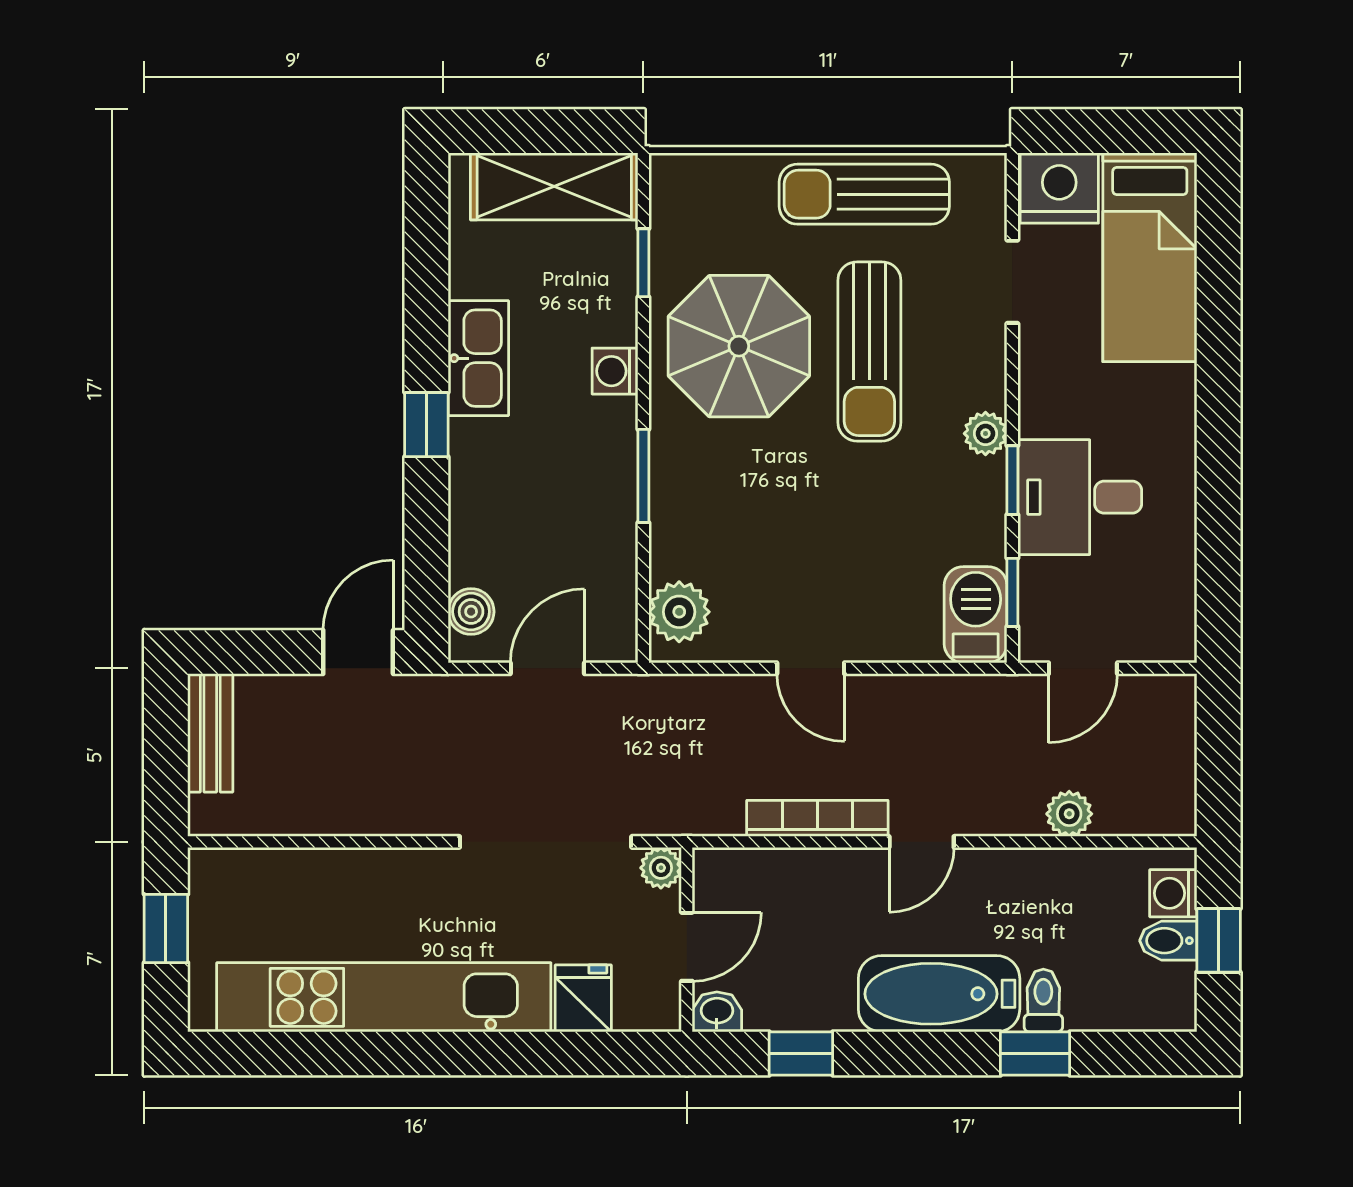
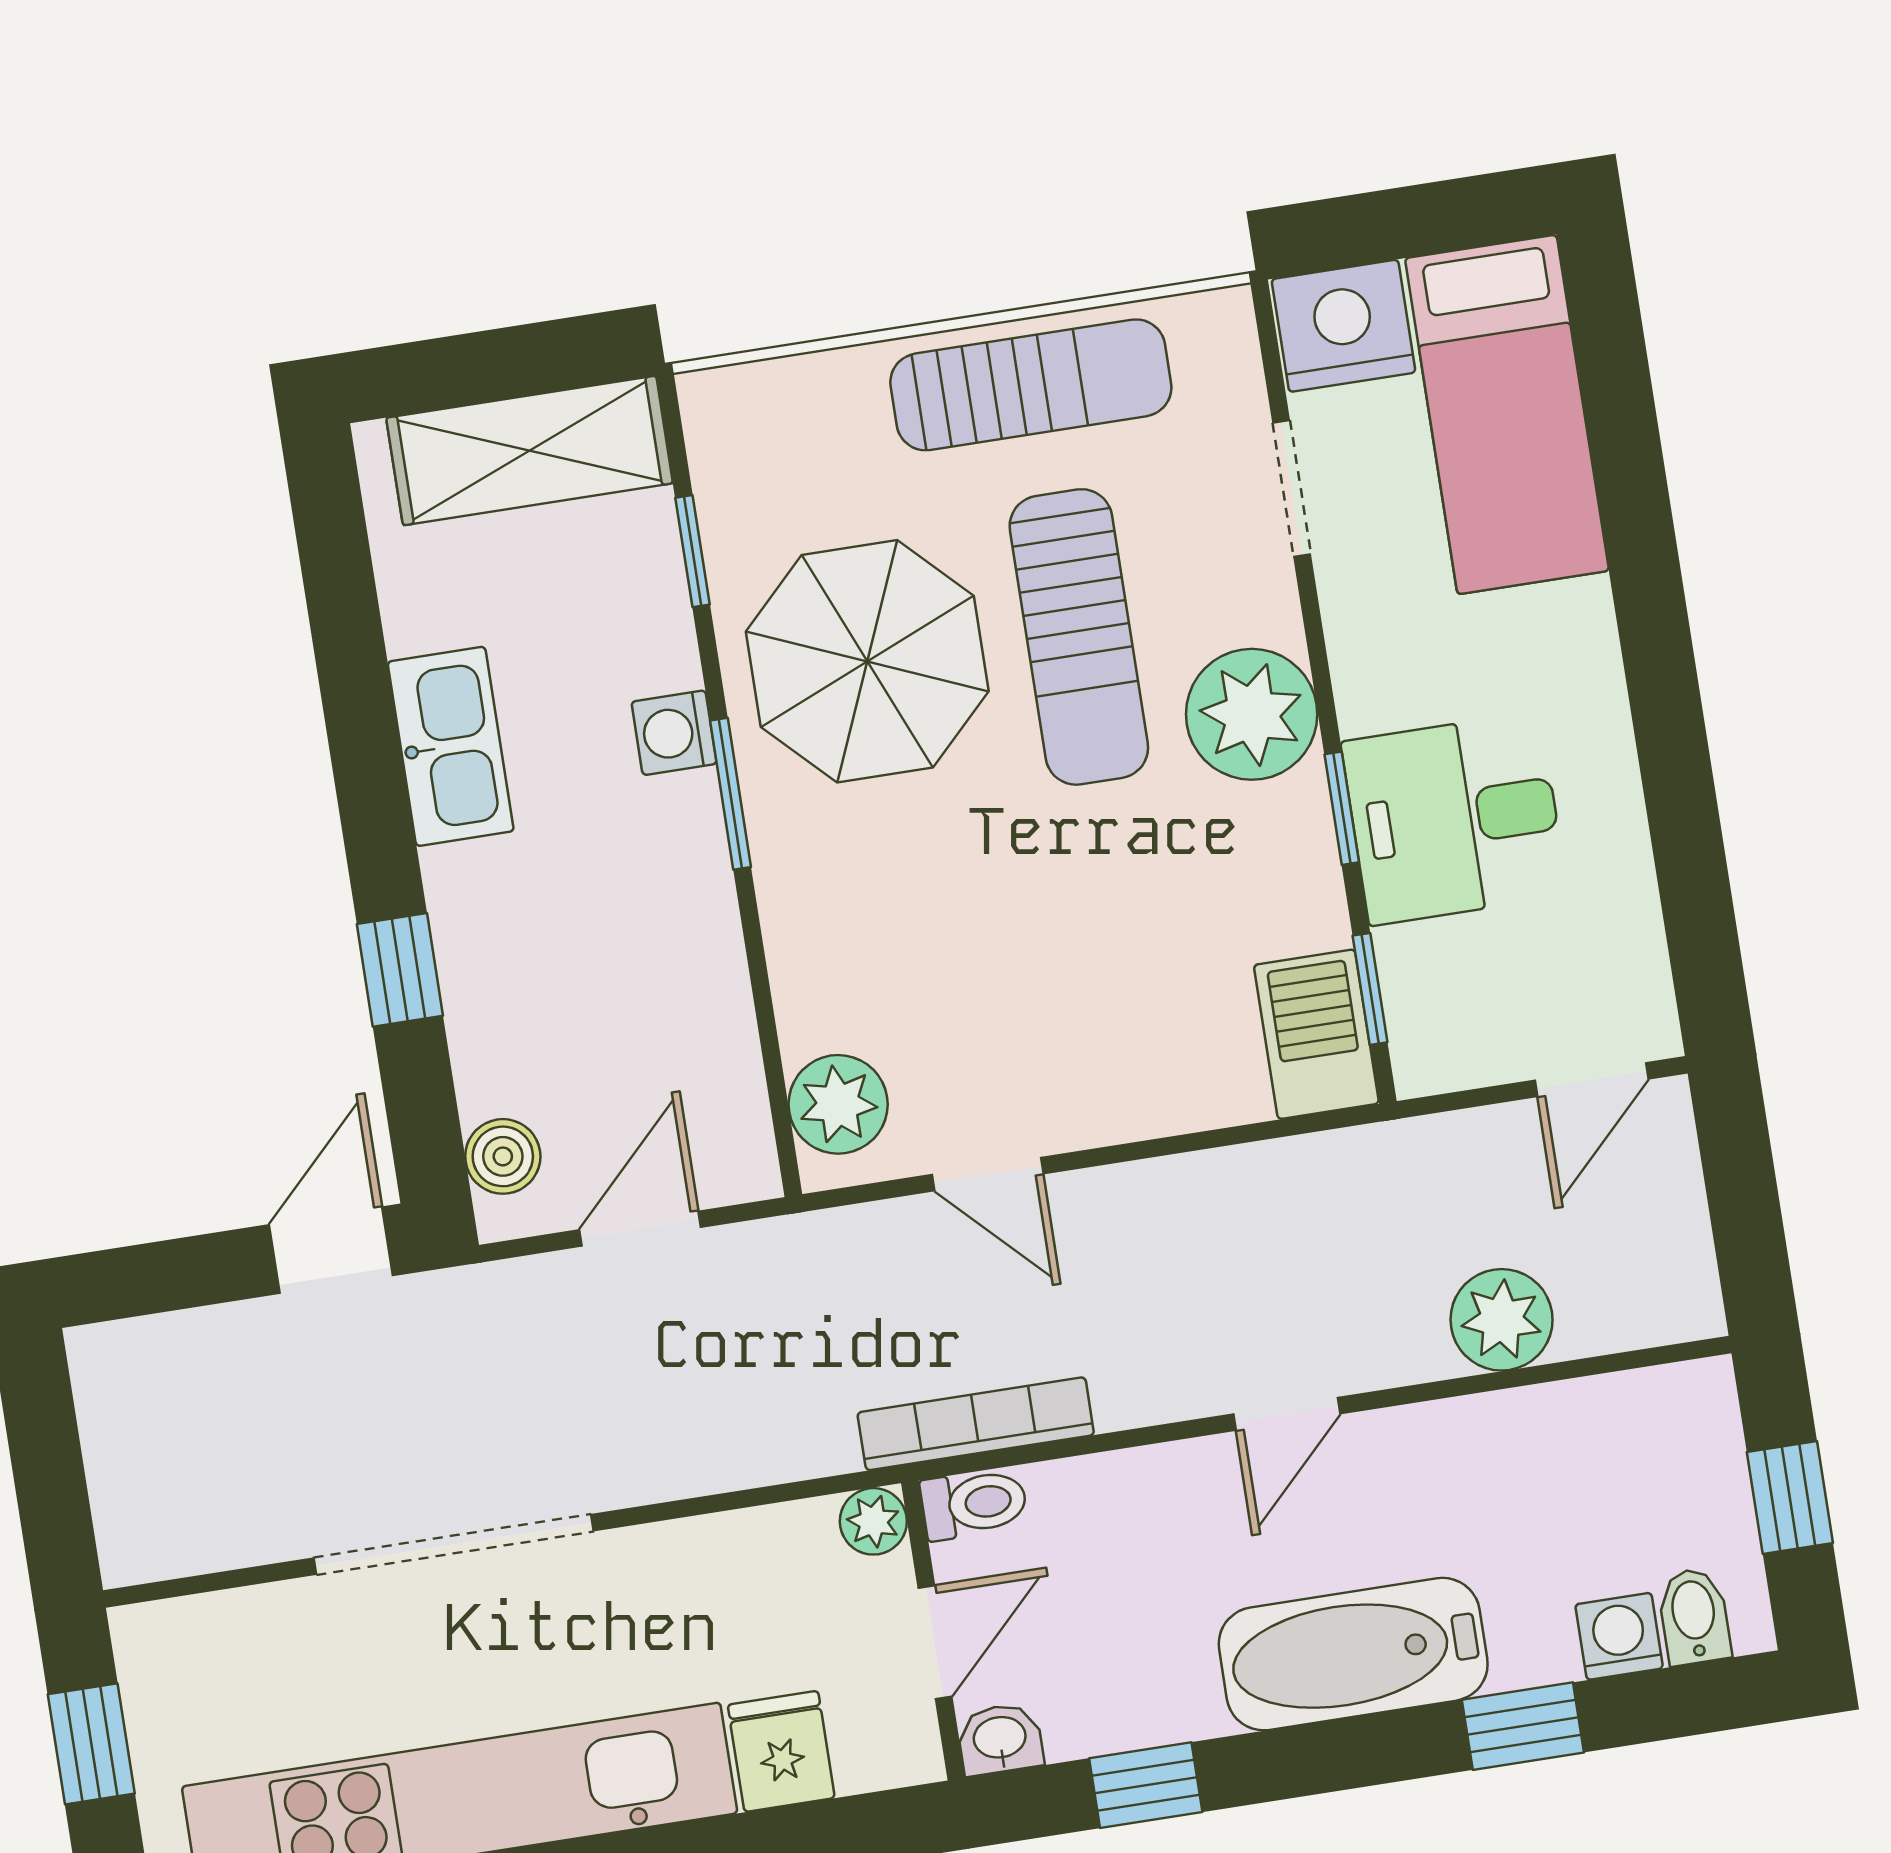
sun lounger: (864, 194) -> (1031, 385), turned 180
window: (426, 425) -> (400, 970), moved
plant: (985, 433) -> (1252, 714), width x1.88, depth x1.88
window: (643, 476) -> (730, 794), moved
door: (811, 668) -> (988, 1174), moved
door: (1083, 668) -> (1592, 1080), moved
bench: (210, 733) -> (113, 1418), removed
plant: (1069, 814) -> (1502, 1320), width x1.38, depth x1.38
bookcase: (817, 818) -> (976, 1424), moved
doorway: (546, 842) -> (454, 1544), moved
washing machine: (1173, 893) -> (1619, 1636), moved, turned 90
bidet: (1168, 941) -> (1694, 1616), moved, turned 90
toilet: (1043, 1000) -> (974, 1504), moved, turned 90

